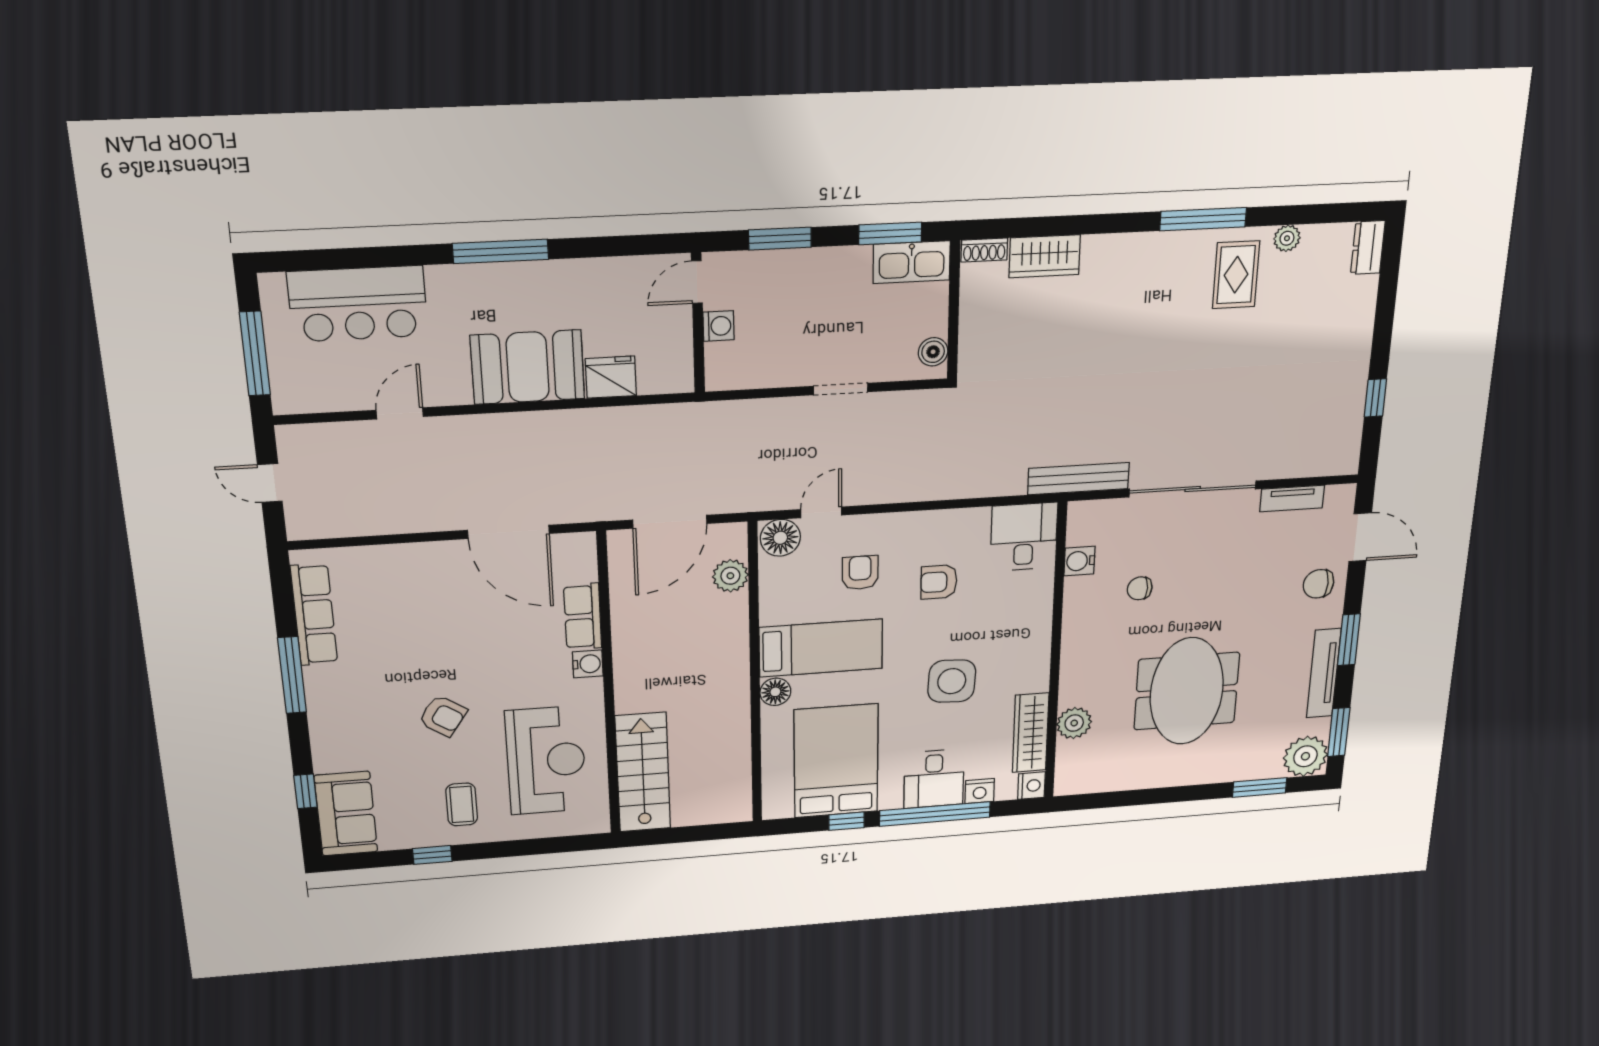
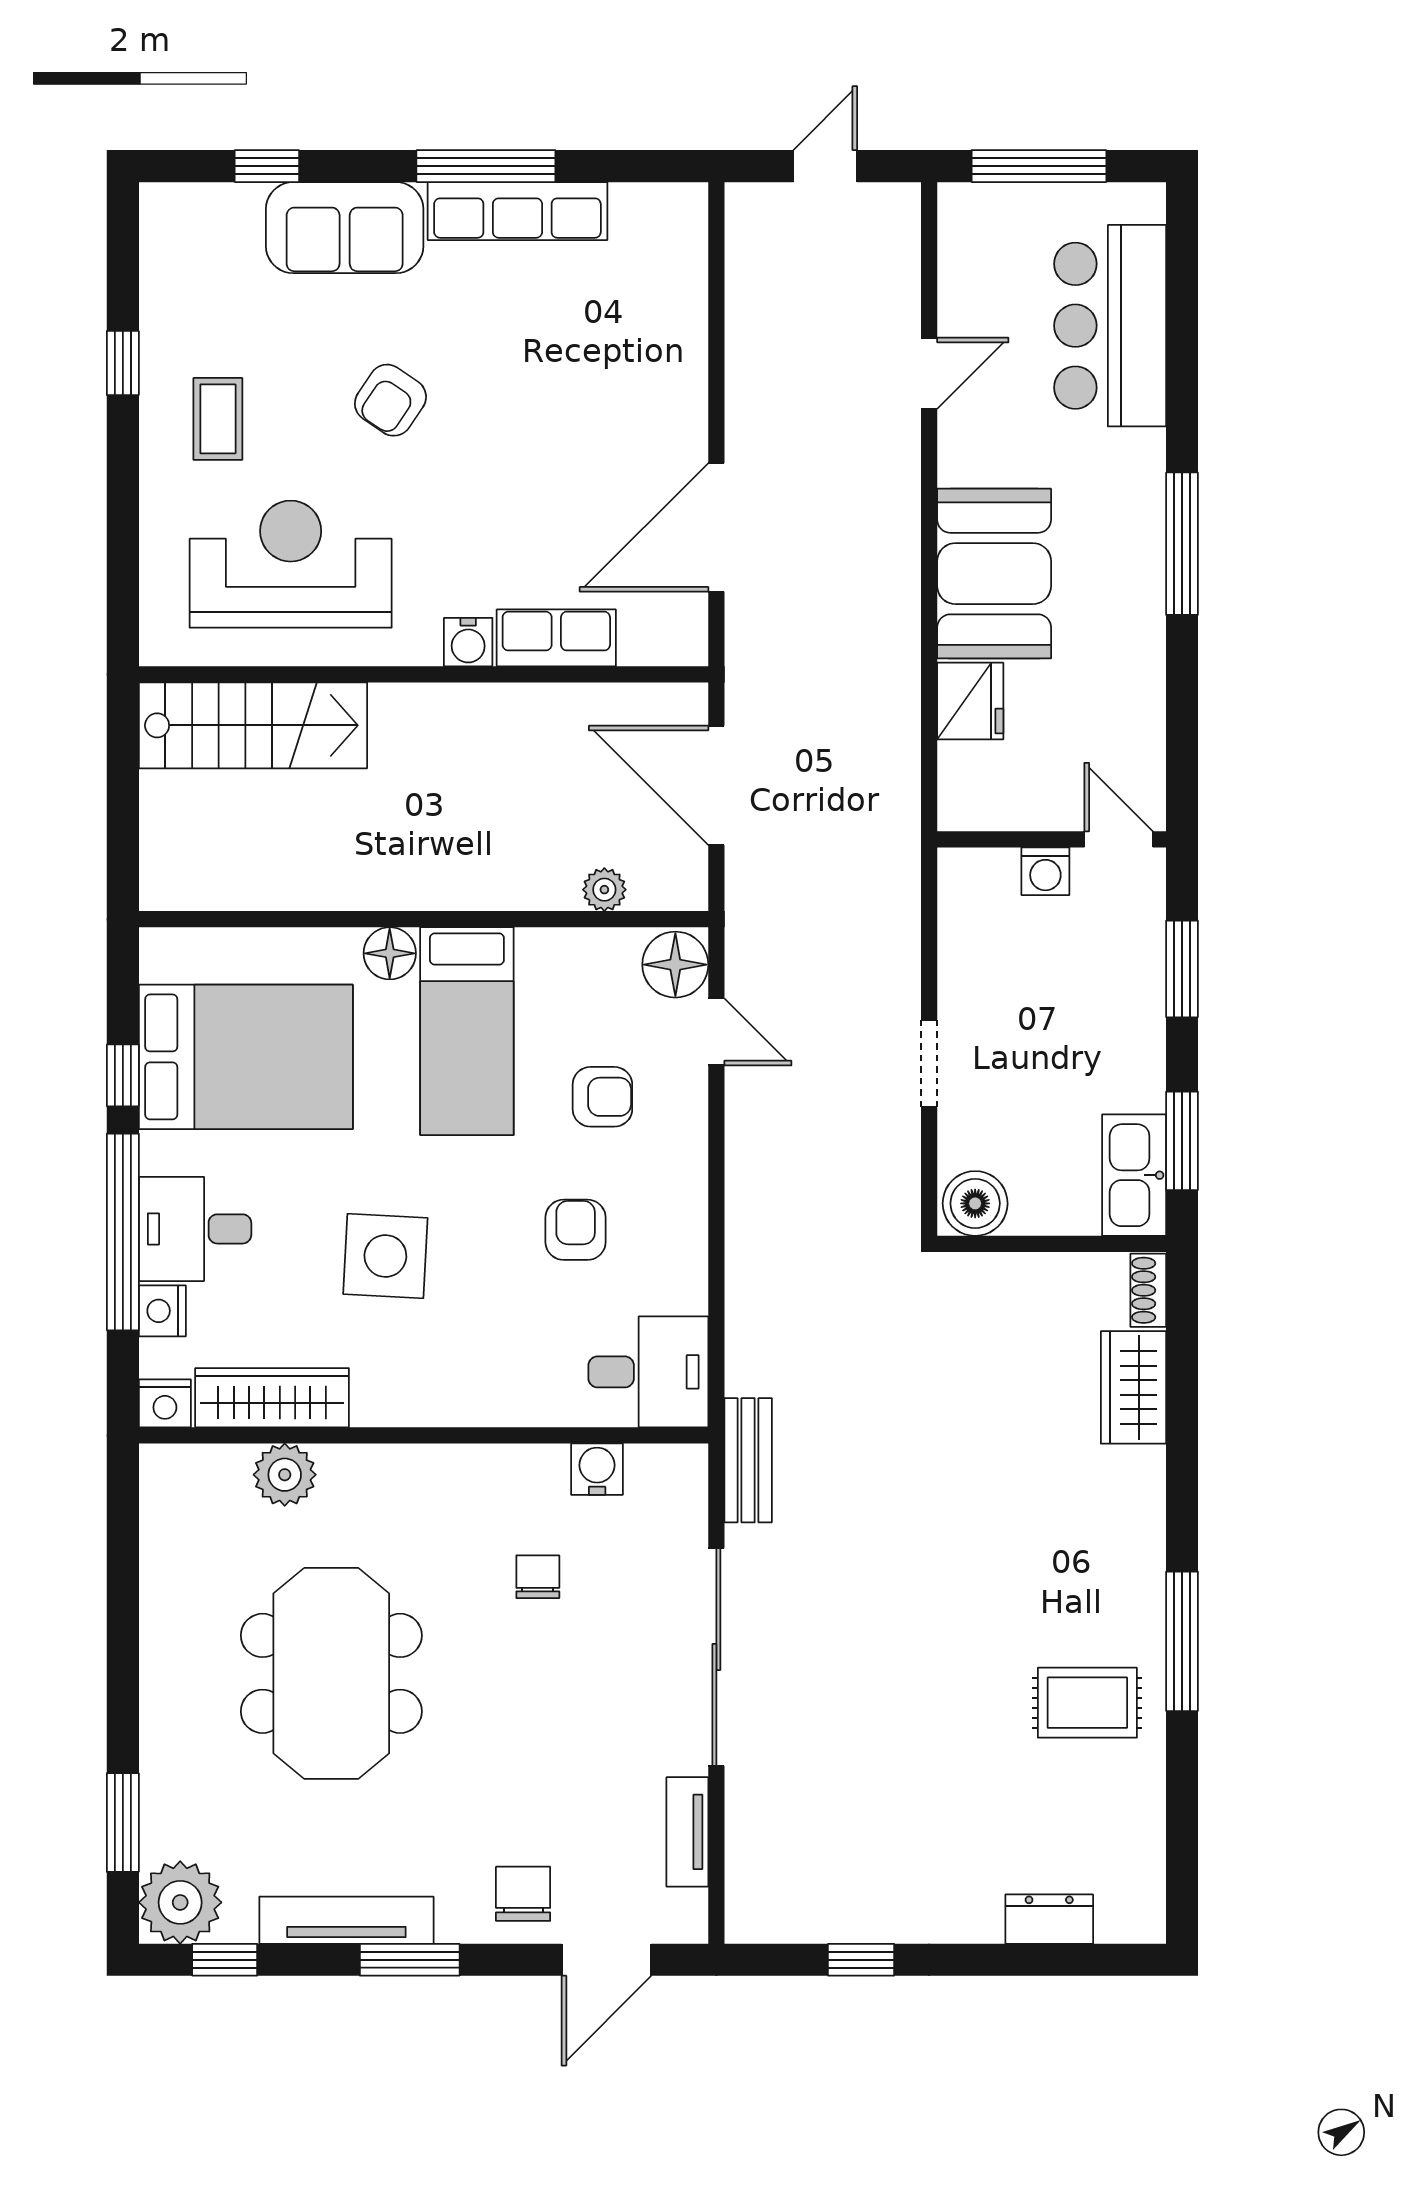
plant: (1287, 238) -> (1144, 1782), removed
dresser: (1368, 248) -> (1049, 1919), moved
boiler: (933, 352) -> (975, 1203), width x1.36, depth x1.36
door: (400, 413) -> (929, 373), hinge flipped
bench: (1078, 479) -> (748, 1460), width x0.73
plant: (730, 576) -> (604, 890), width x0.73, depth x0.73
row of seats: (314, 615) -> (517, 211), moved
meeting table: (1187, 691) -> (331, 1673), turned 90
window: (1339, 732) -> (225, 1960), width x0.67
reception desk: (546, 760) -> (291, 564), turned 180
coffee table: (462, 804) -> (218, 419), turned 90
sofa: (346, 814) -> (345, 228), moved

